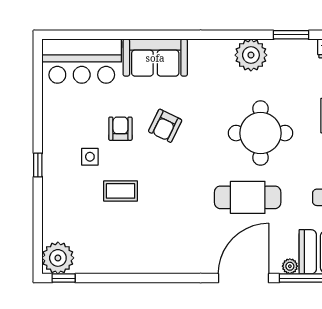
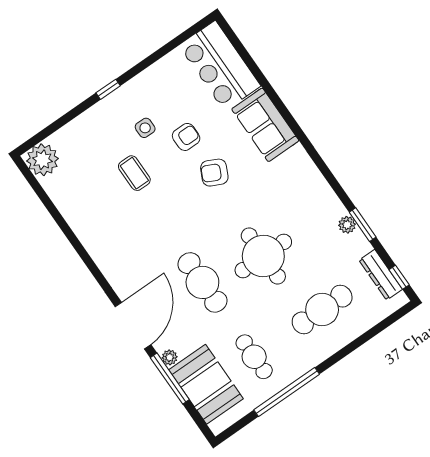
plant: (251, 55) -> (347, 225), moved, width x0.53, depth x0.53
window: (64, 278) -> (29, 176), removed
door: (243, 278) -> (133, 326), hinge flipped

